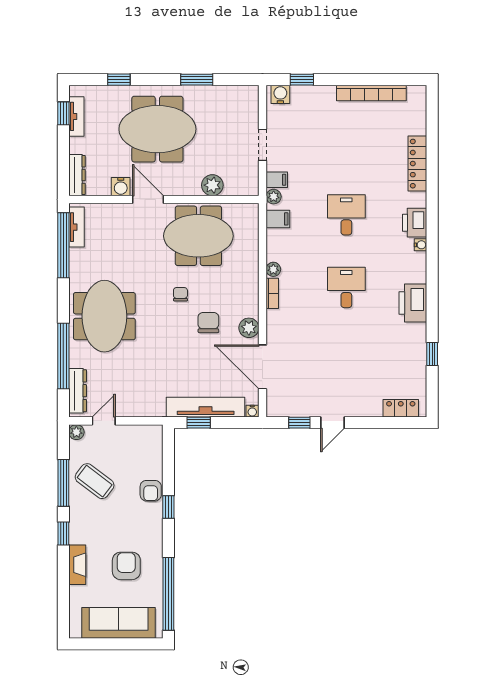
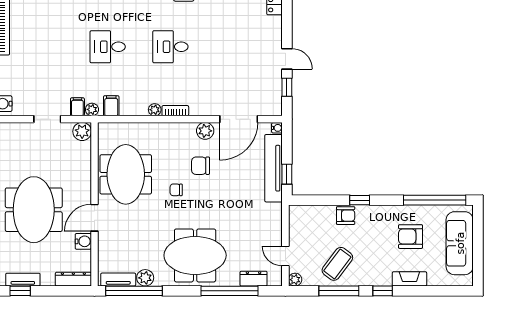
plant: (212, 185) -> (82, 131), moved
plant: (78, 258) -> (145, 278), added
dresser: (78, 391) -> (254, 279), width x0.70

